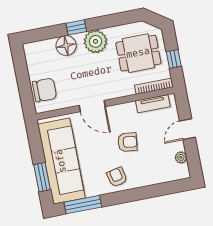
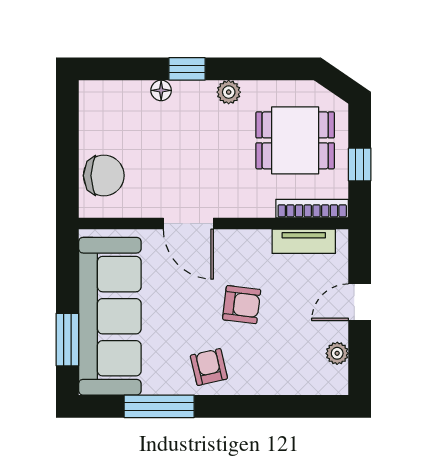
plant: (96, 41) -> (229, 92), width x0.53, depth x0.53
floor lamp: (66, 46) -> (161, 90), width x0.53, depth x0.53
window: (83, 205) -> (159, 406), moved

